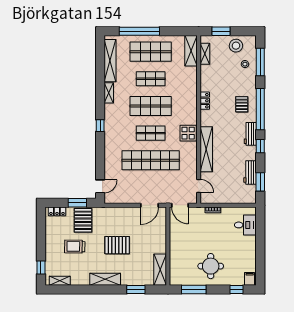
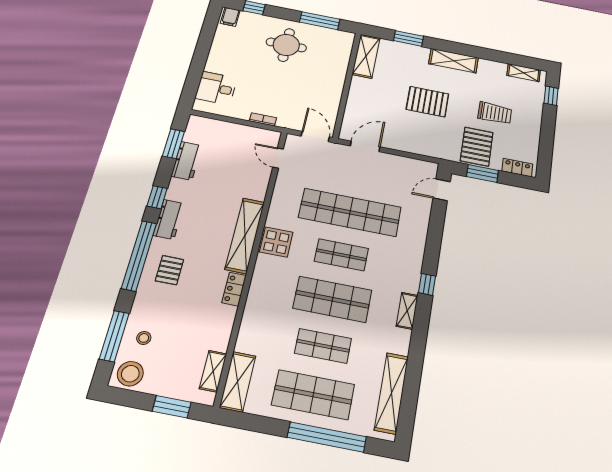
stool: (236, 46) -> (130, 374), moved
shelving: (109, 93) -> (407, 311), moved
shelving: (206, 149) -> (245, 235), moved

